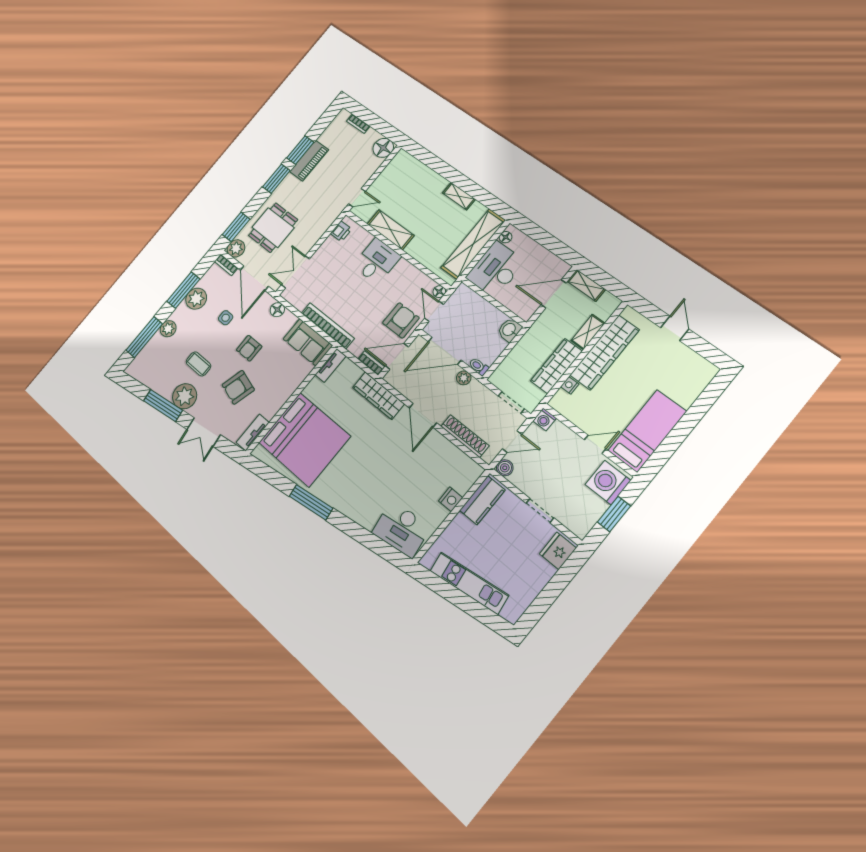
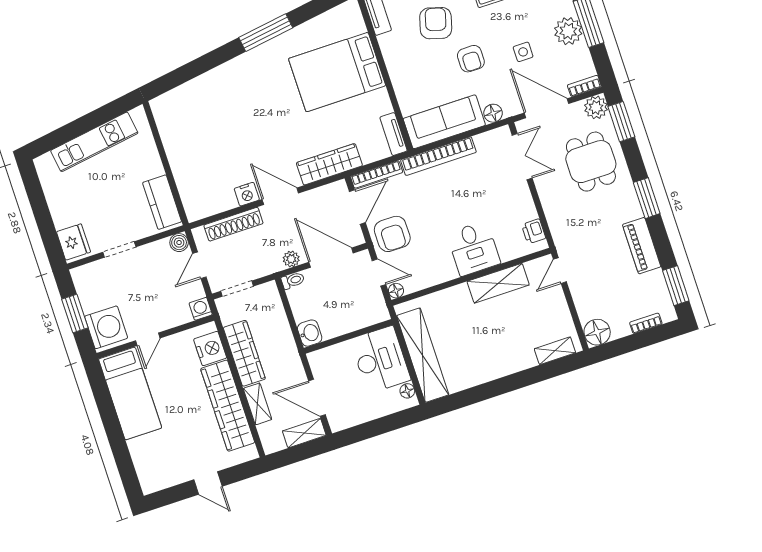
window: (300, 150) -> (676, 286), moved
shelving: (459, 196) -> (555, 351), moved
door: (554, 294) -> (317, 398), swing flipped
sofa: (308, 342) -> (444, 122), width x1.36
armchair: (249, 348) -> (471, 59), turned 180
door: (445, 351) -> (331, 258), hinge flipped
bookcase: (371, 363) -> (377, 174), width x1.56
nightstand: (570, 385) -> (210, 349), width x1.89, depth x1.79
bed: (304, 439) -> (337, 72), width x0.73
nightstand: (451, 499) -> (247, 194), moved, turned -90
desk: (402, 529) -> (183, 108), removed

